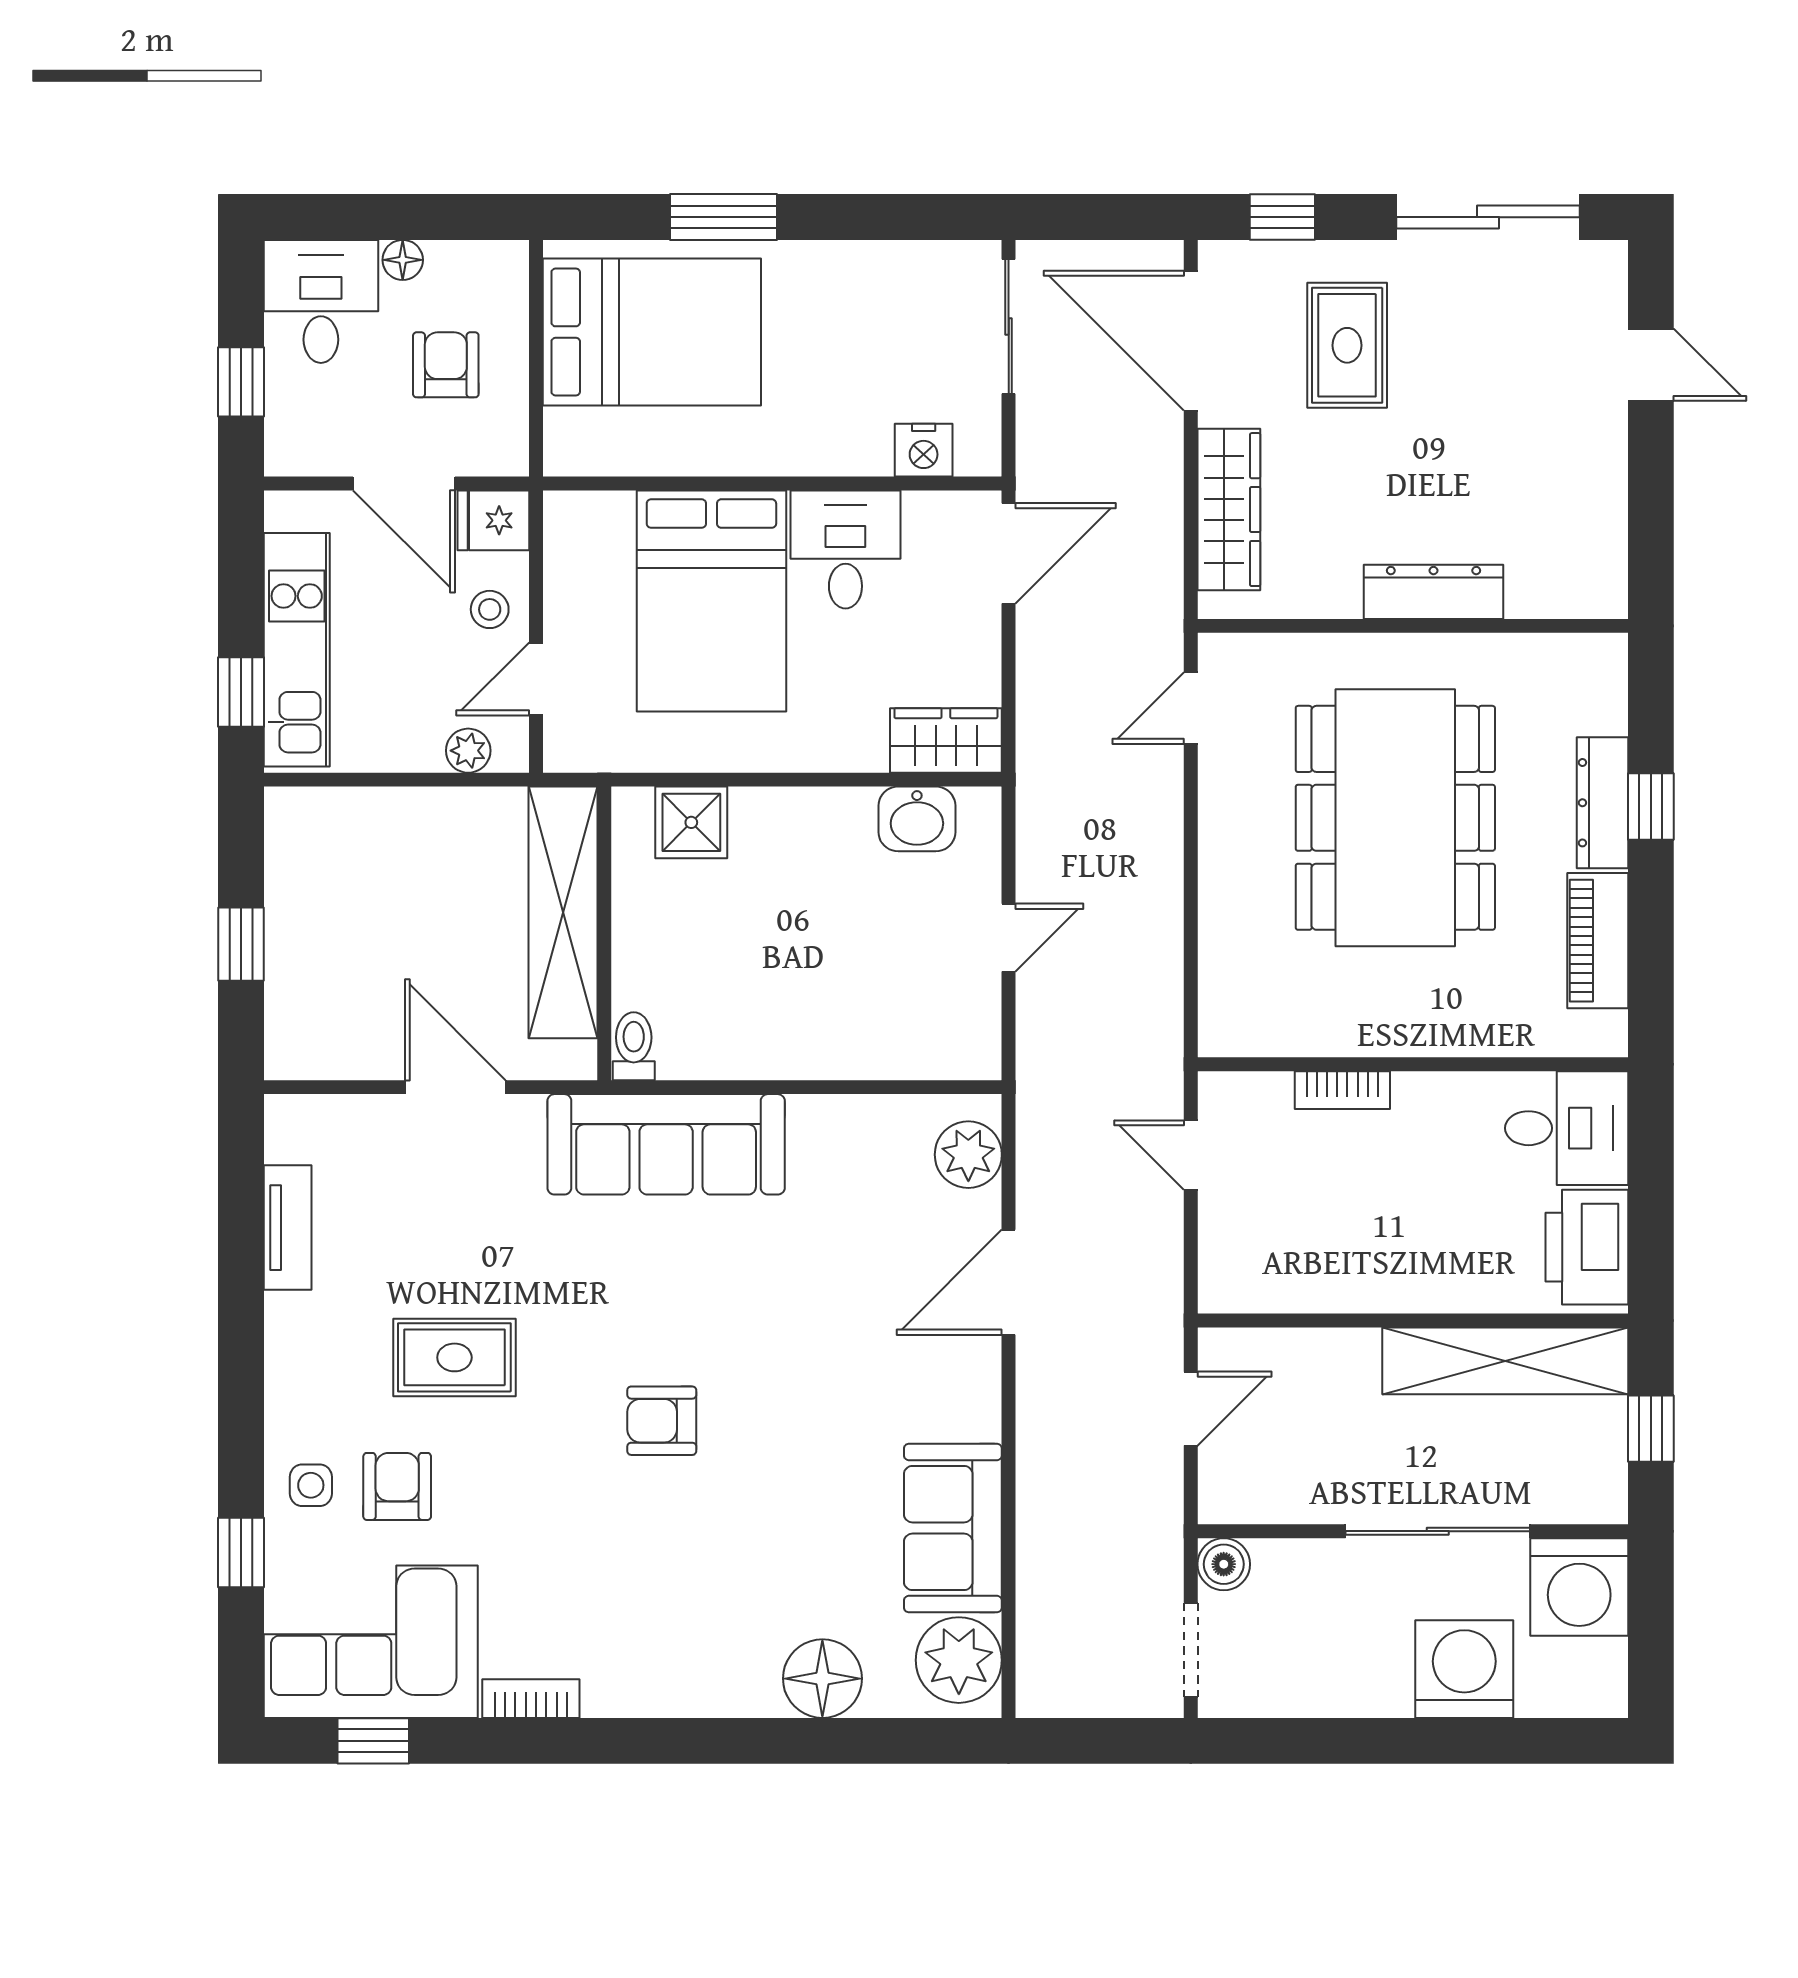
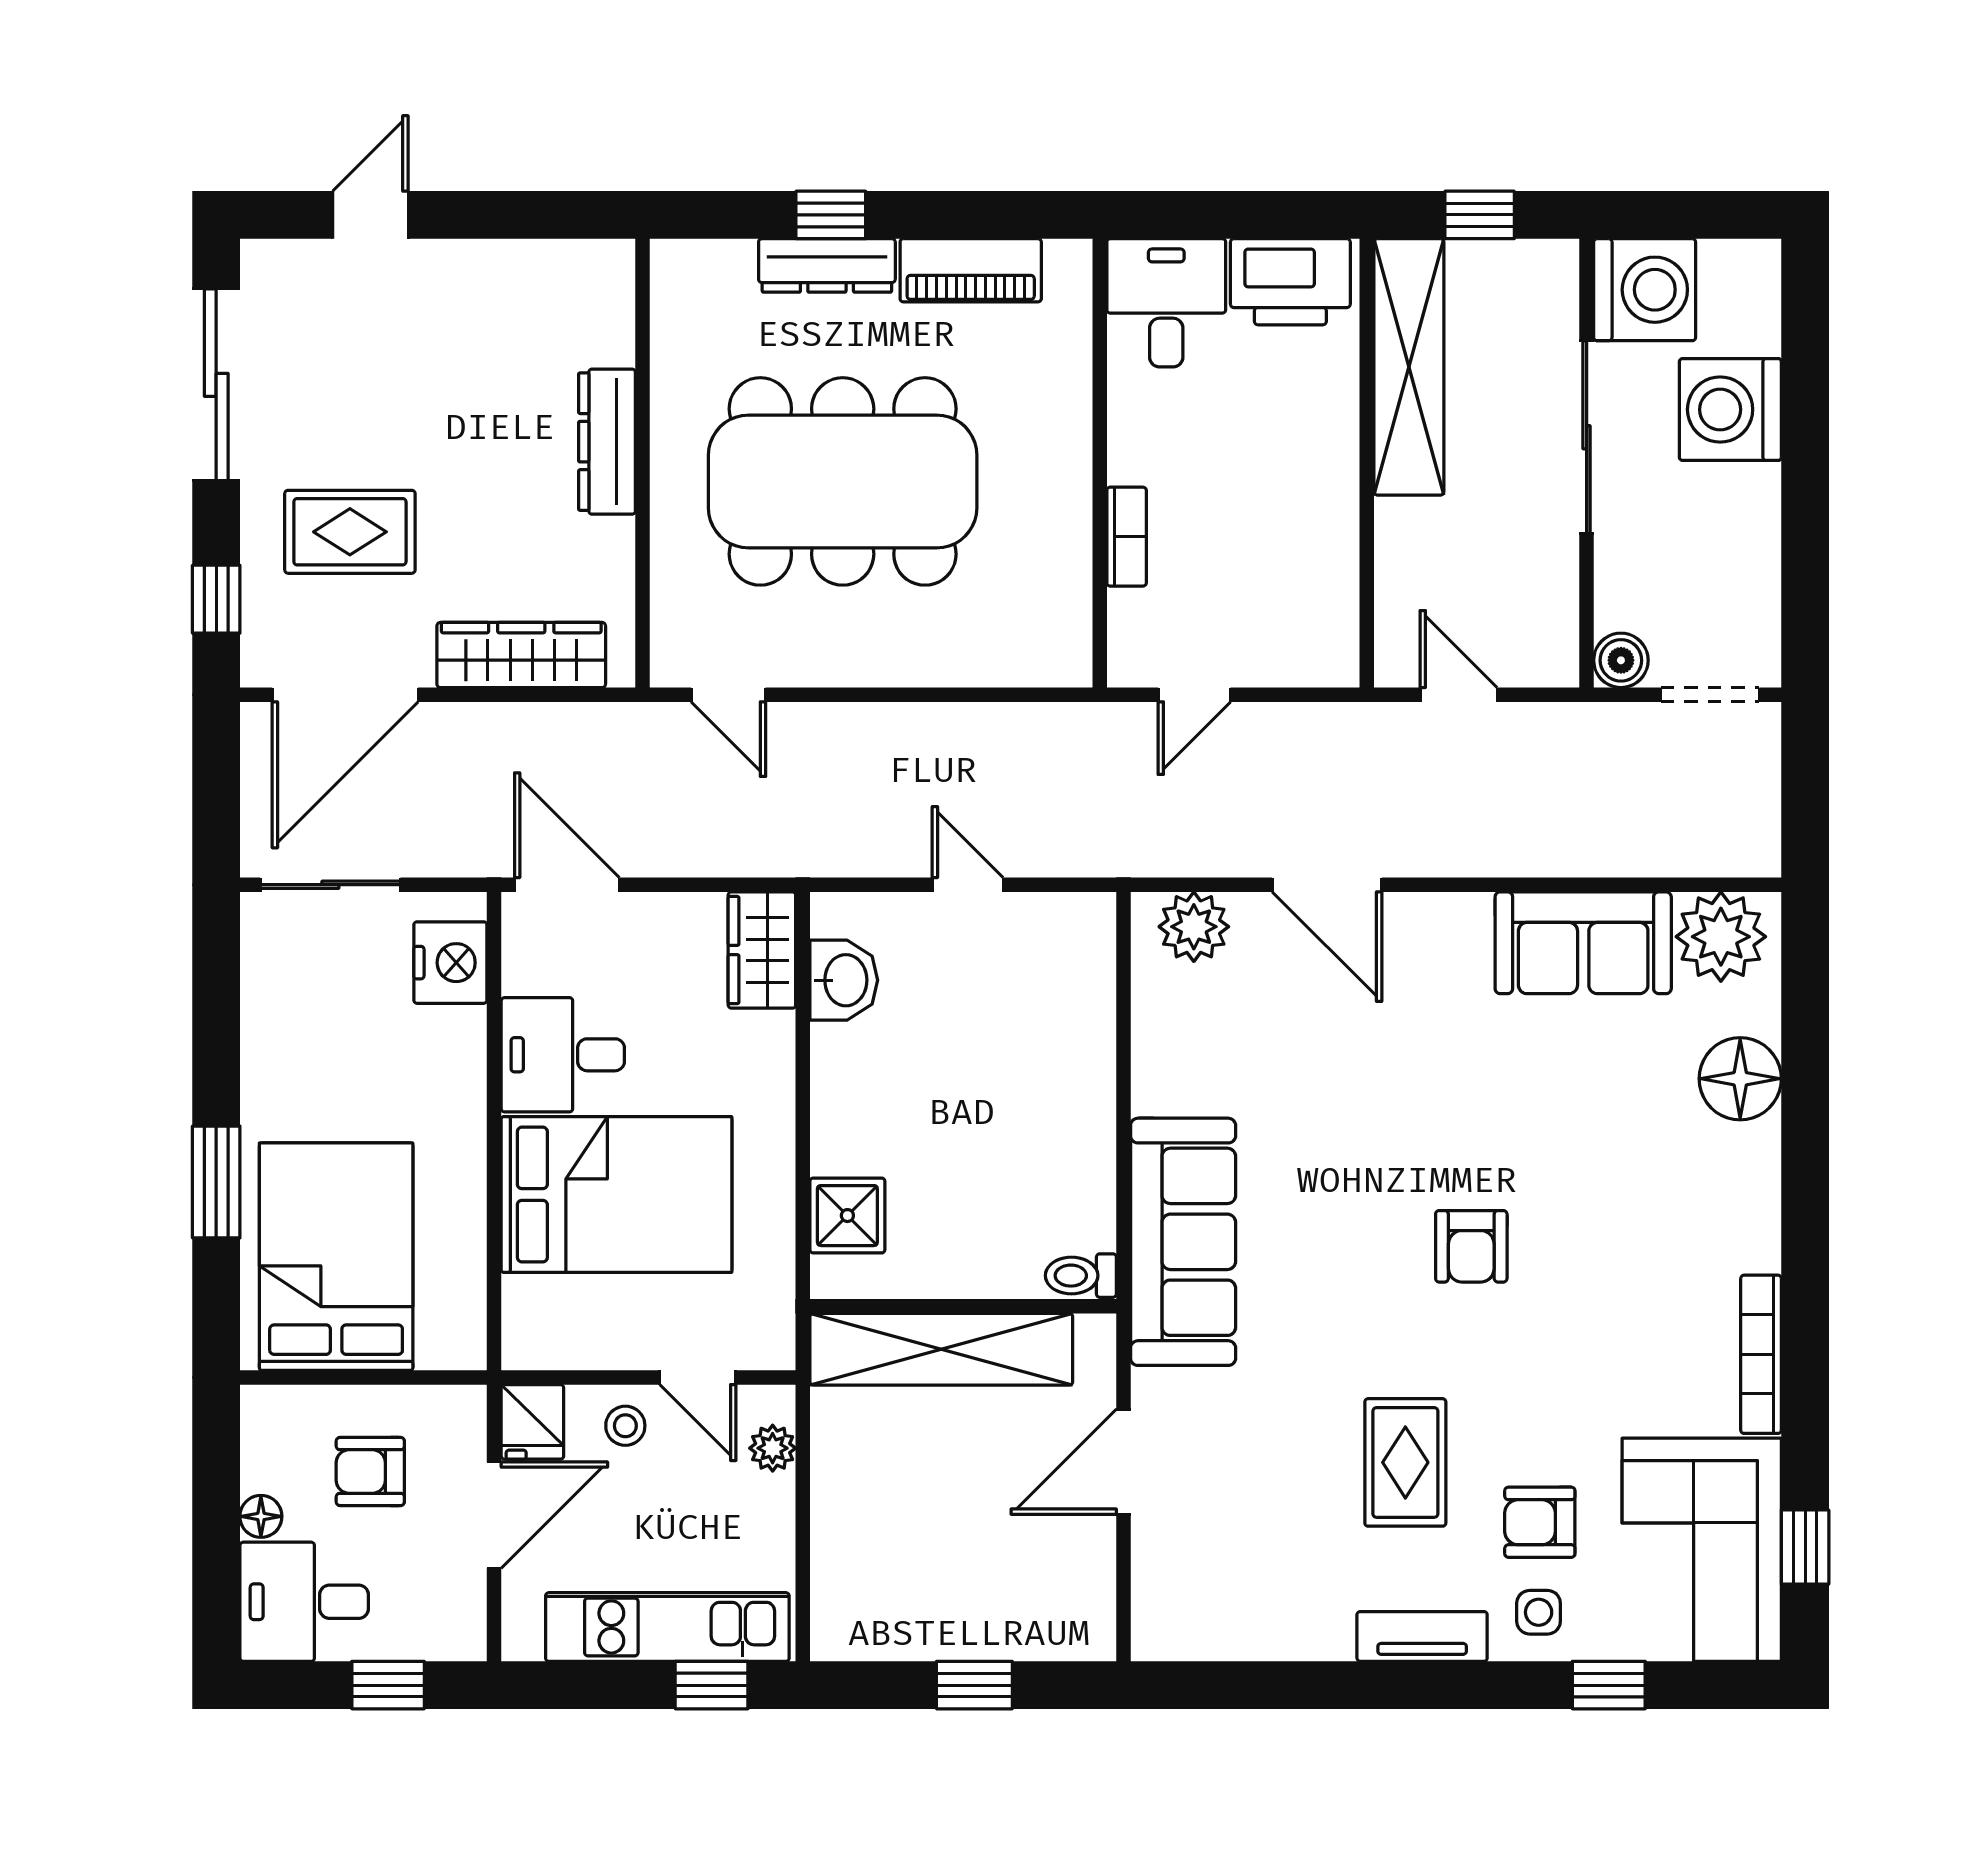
nightstand: (924, 450) -> (450, 963), width x1.36, depth x1.33
tv unit: (288, 1228) -> (1422, 1636), moved
bookcase: (531, 1699) -> (1761, 1354), width x1.56

